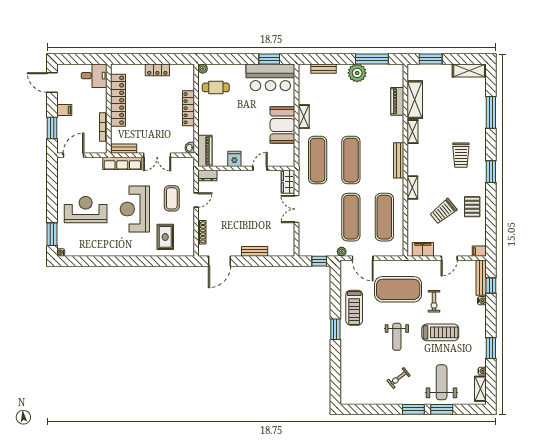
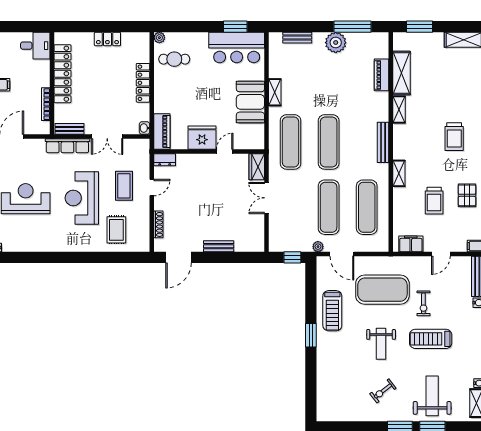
fridge: (234, 159) -> (202, 138), width x1.88, depth x1.34
trolley: (443, 211) -> (434, 201), turned -51
treadmill: (440, 332) -> (431, 339), turned 180

